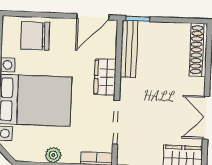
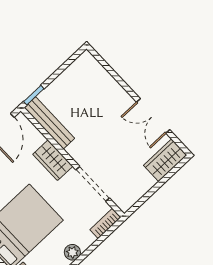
shoe rack: (198, 50) -> (99, 74), removed

